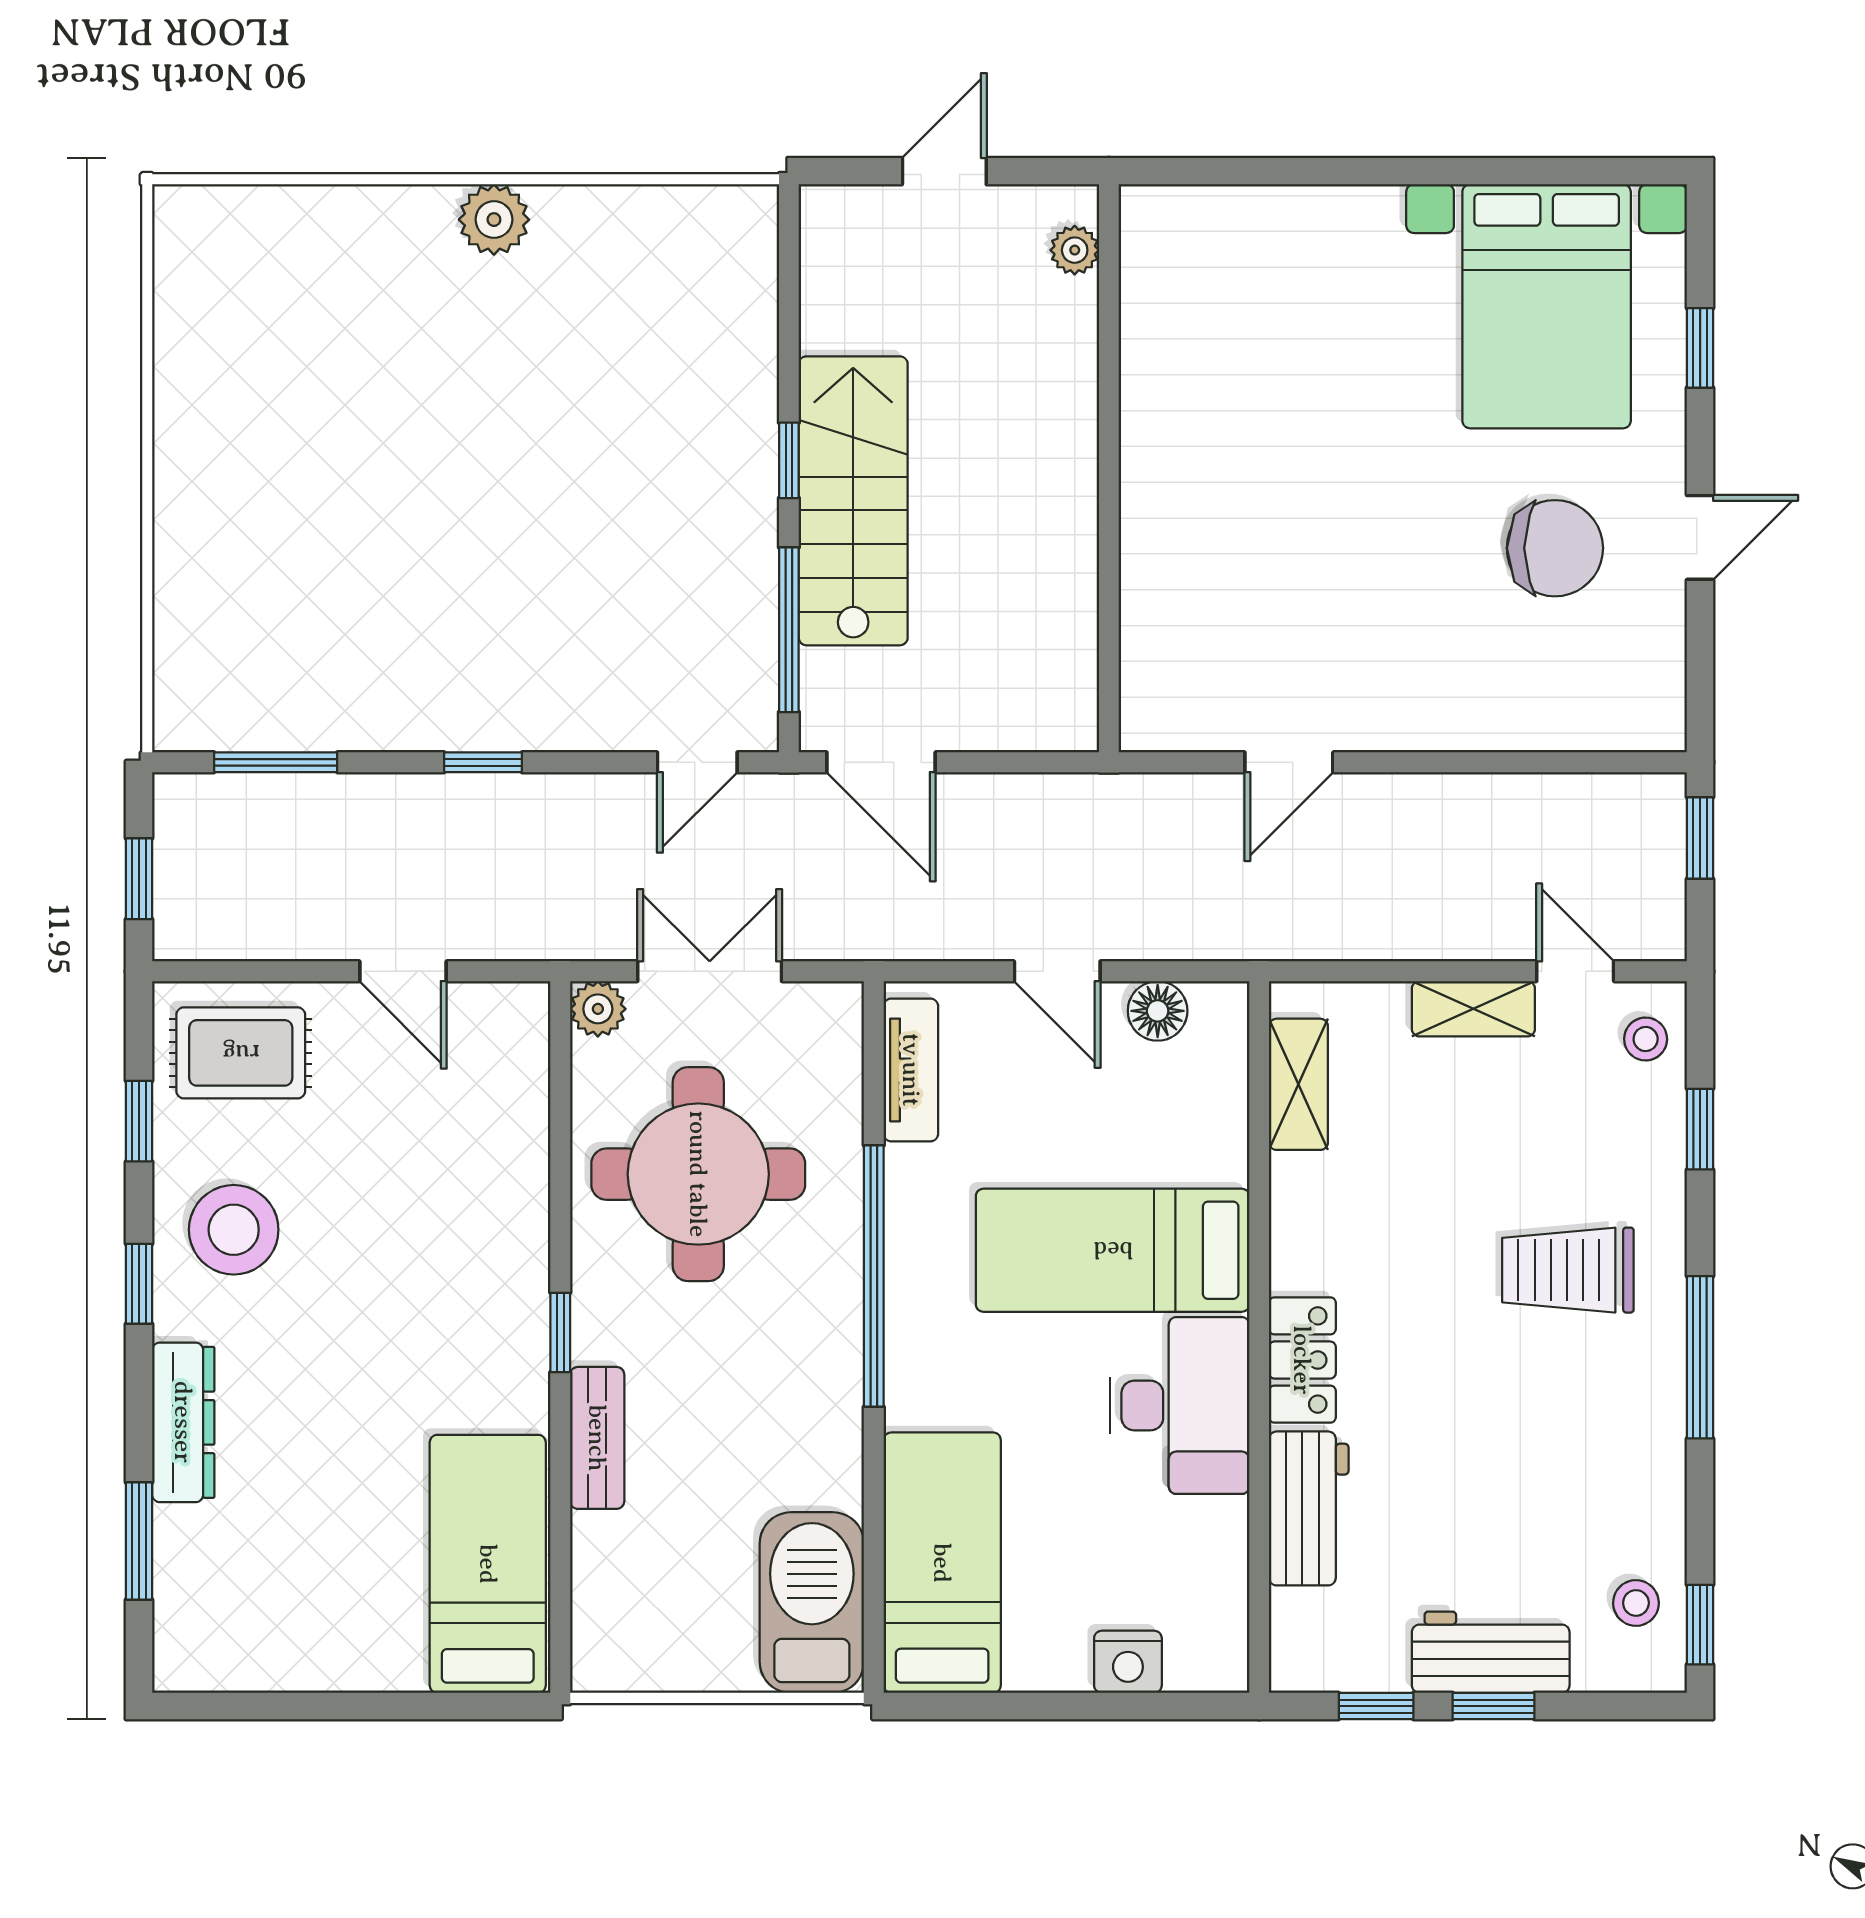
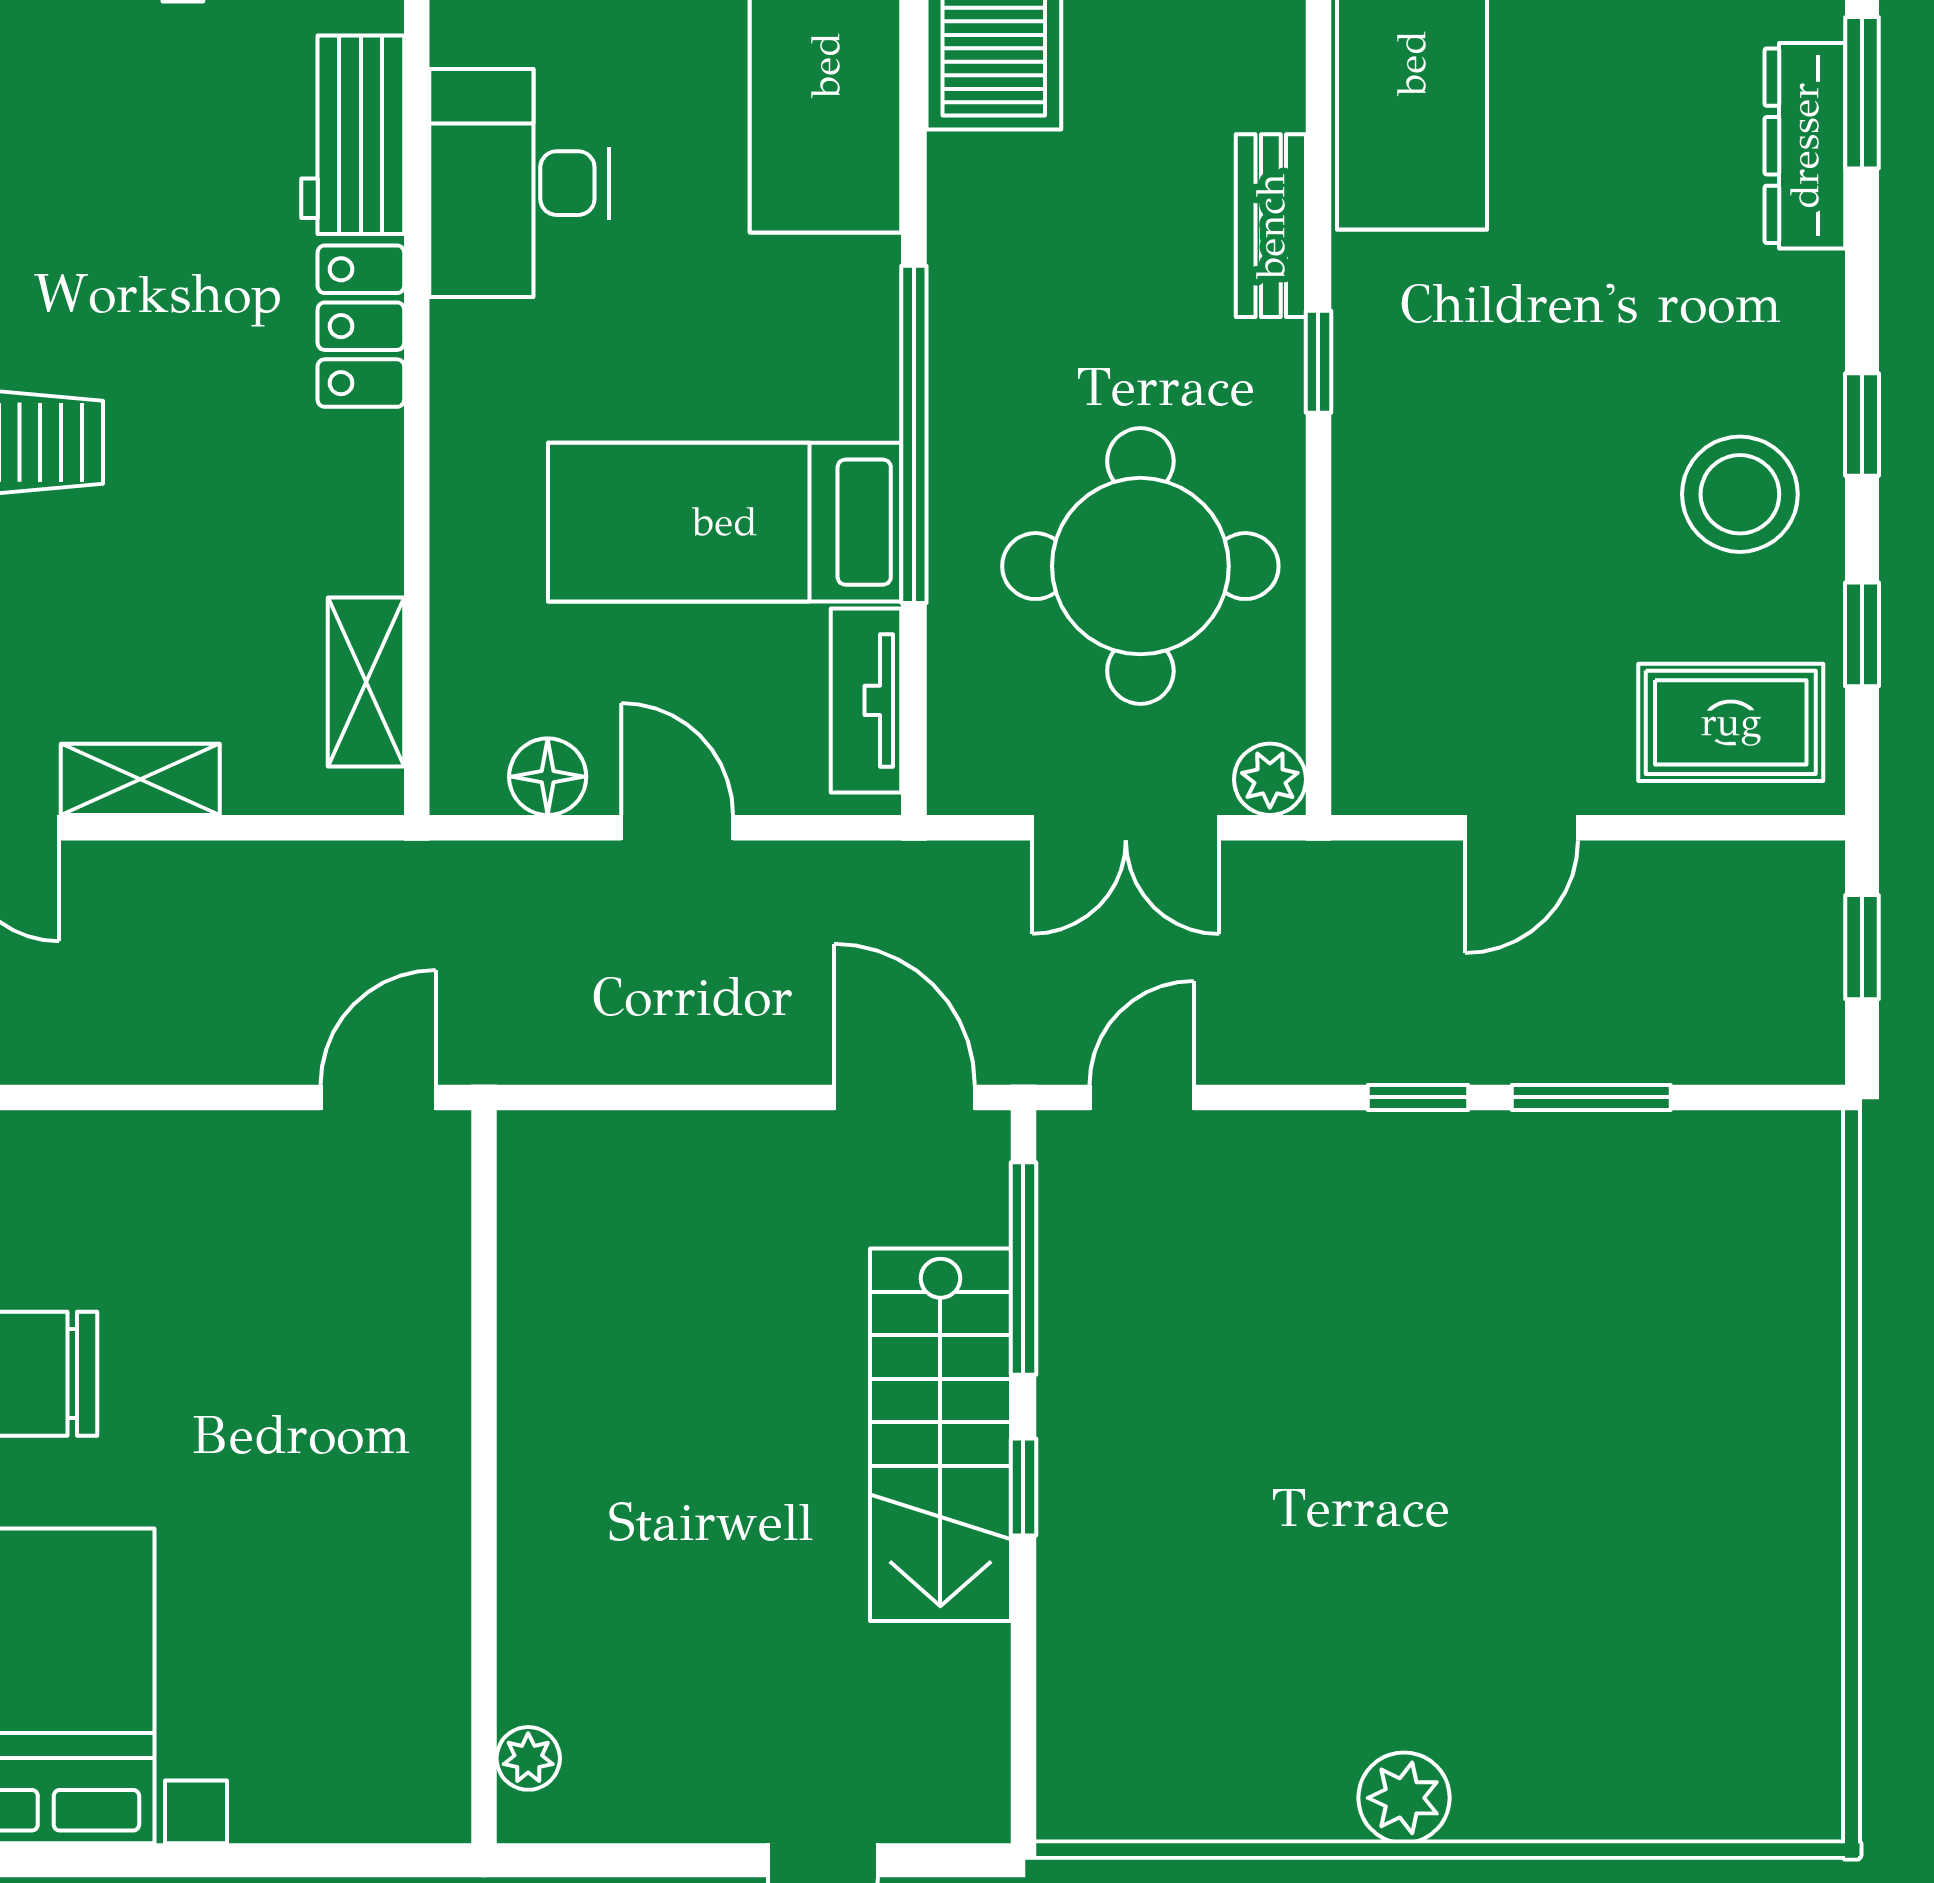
plant: (1075, 250) -> (528, 1758), moved
wall: (1109, 468) -> (484, 1477), moved
window: (276, 762) -> (1591, 1097), moved
door: (403, 971) -> (1521, 828), swing flipped
bed: (1113, 1250) -> (725, 522), moved, turned 180
desk: (1180, 1406) -> (519, 183), moved
dresser: (183, 1422) -> (1805, 146), moved

